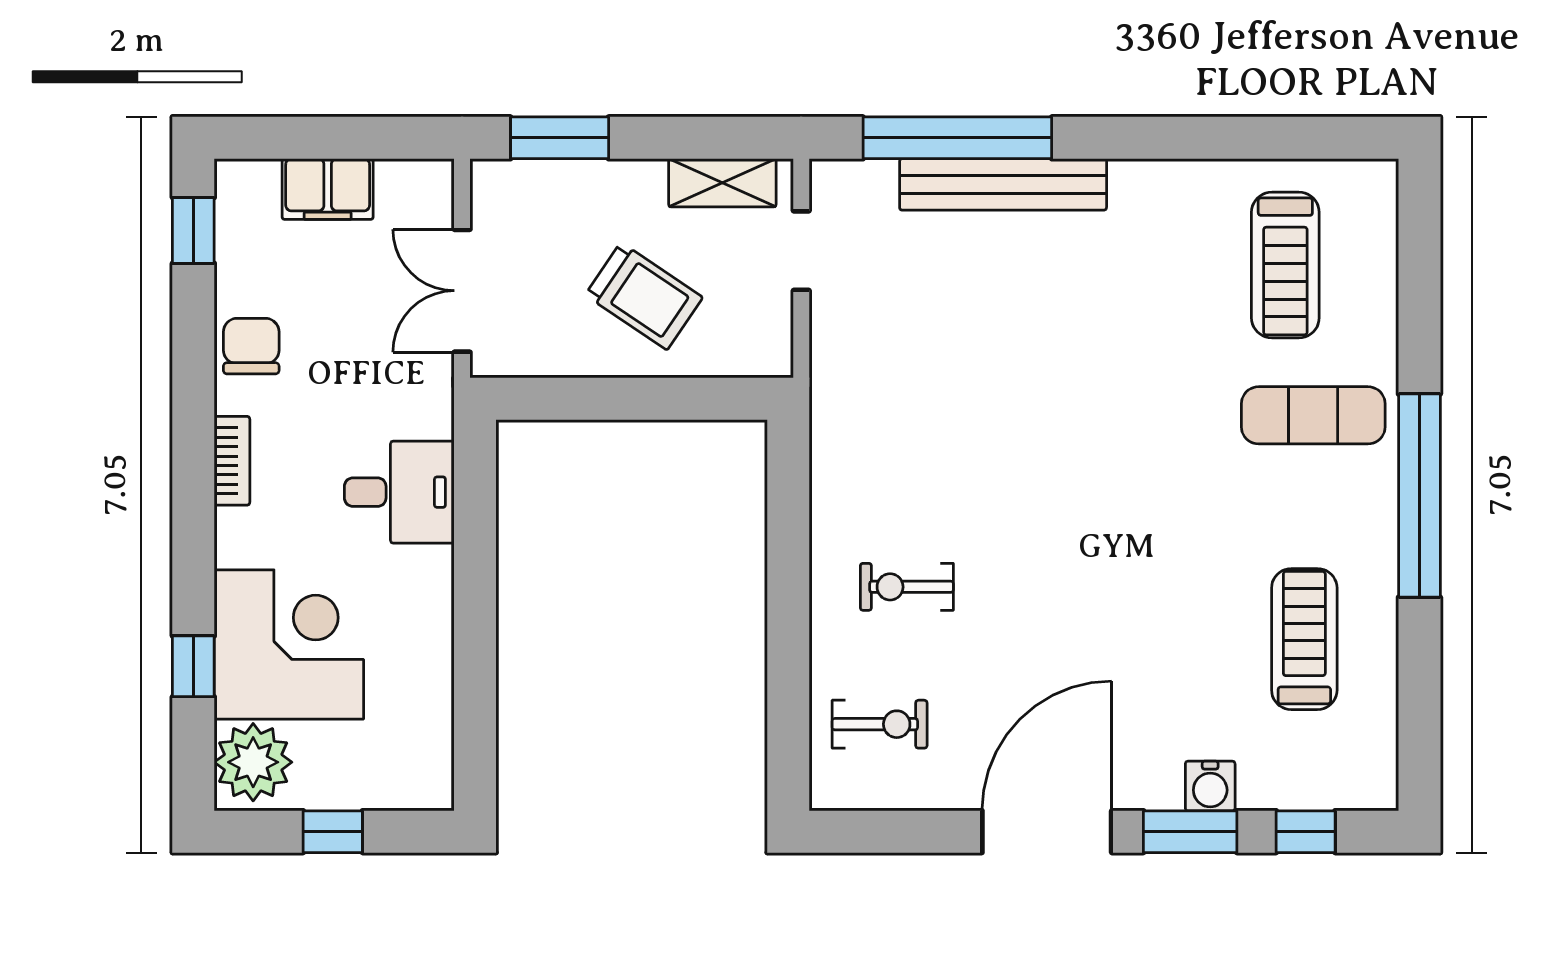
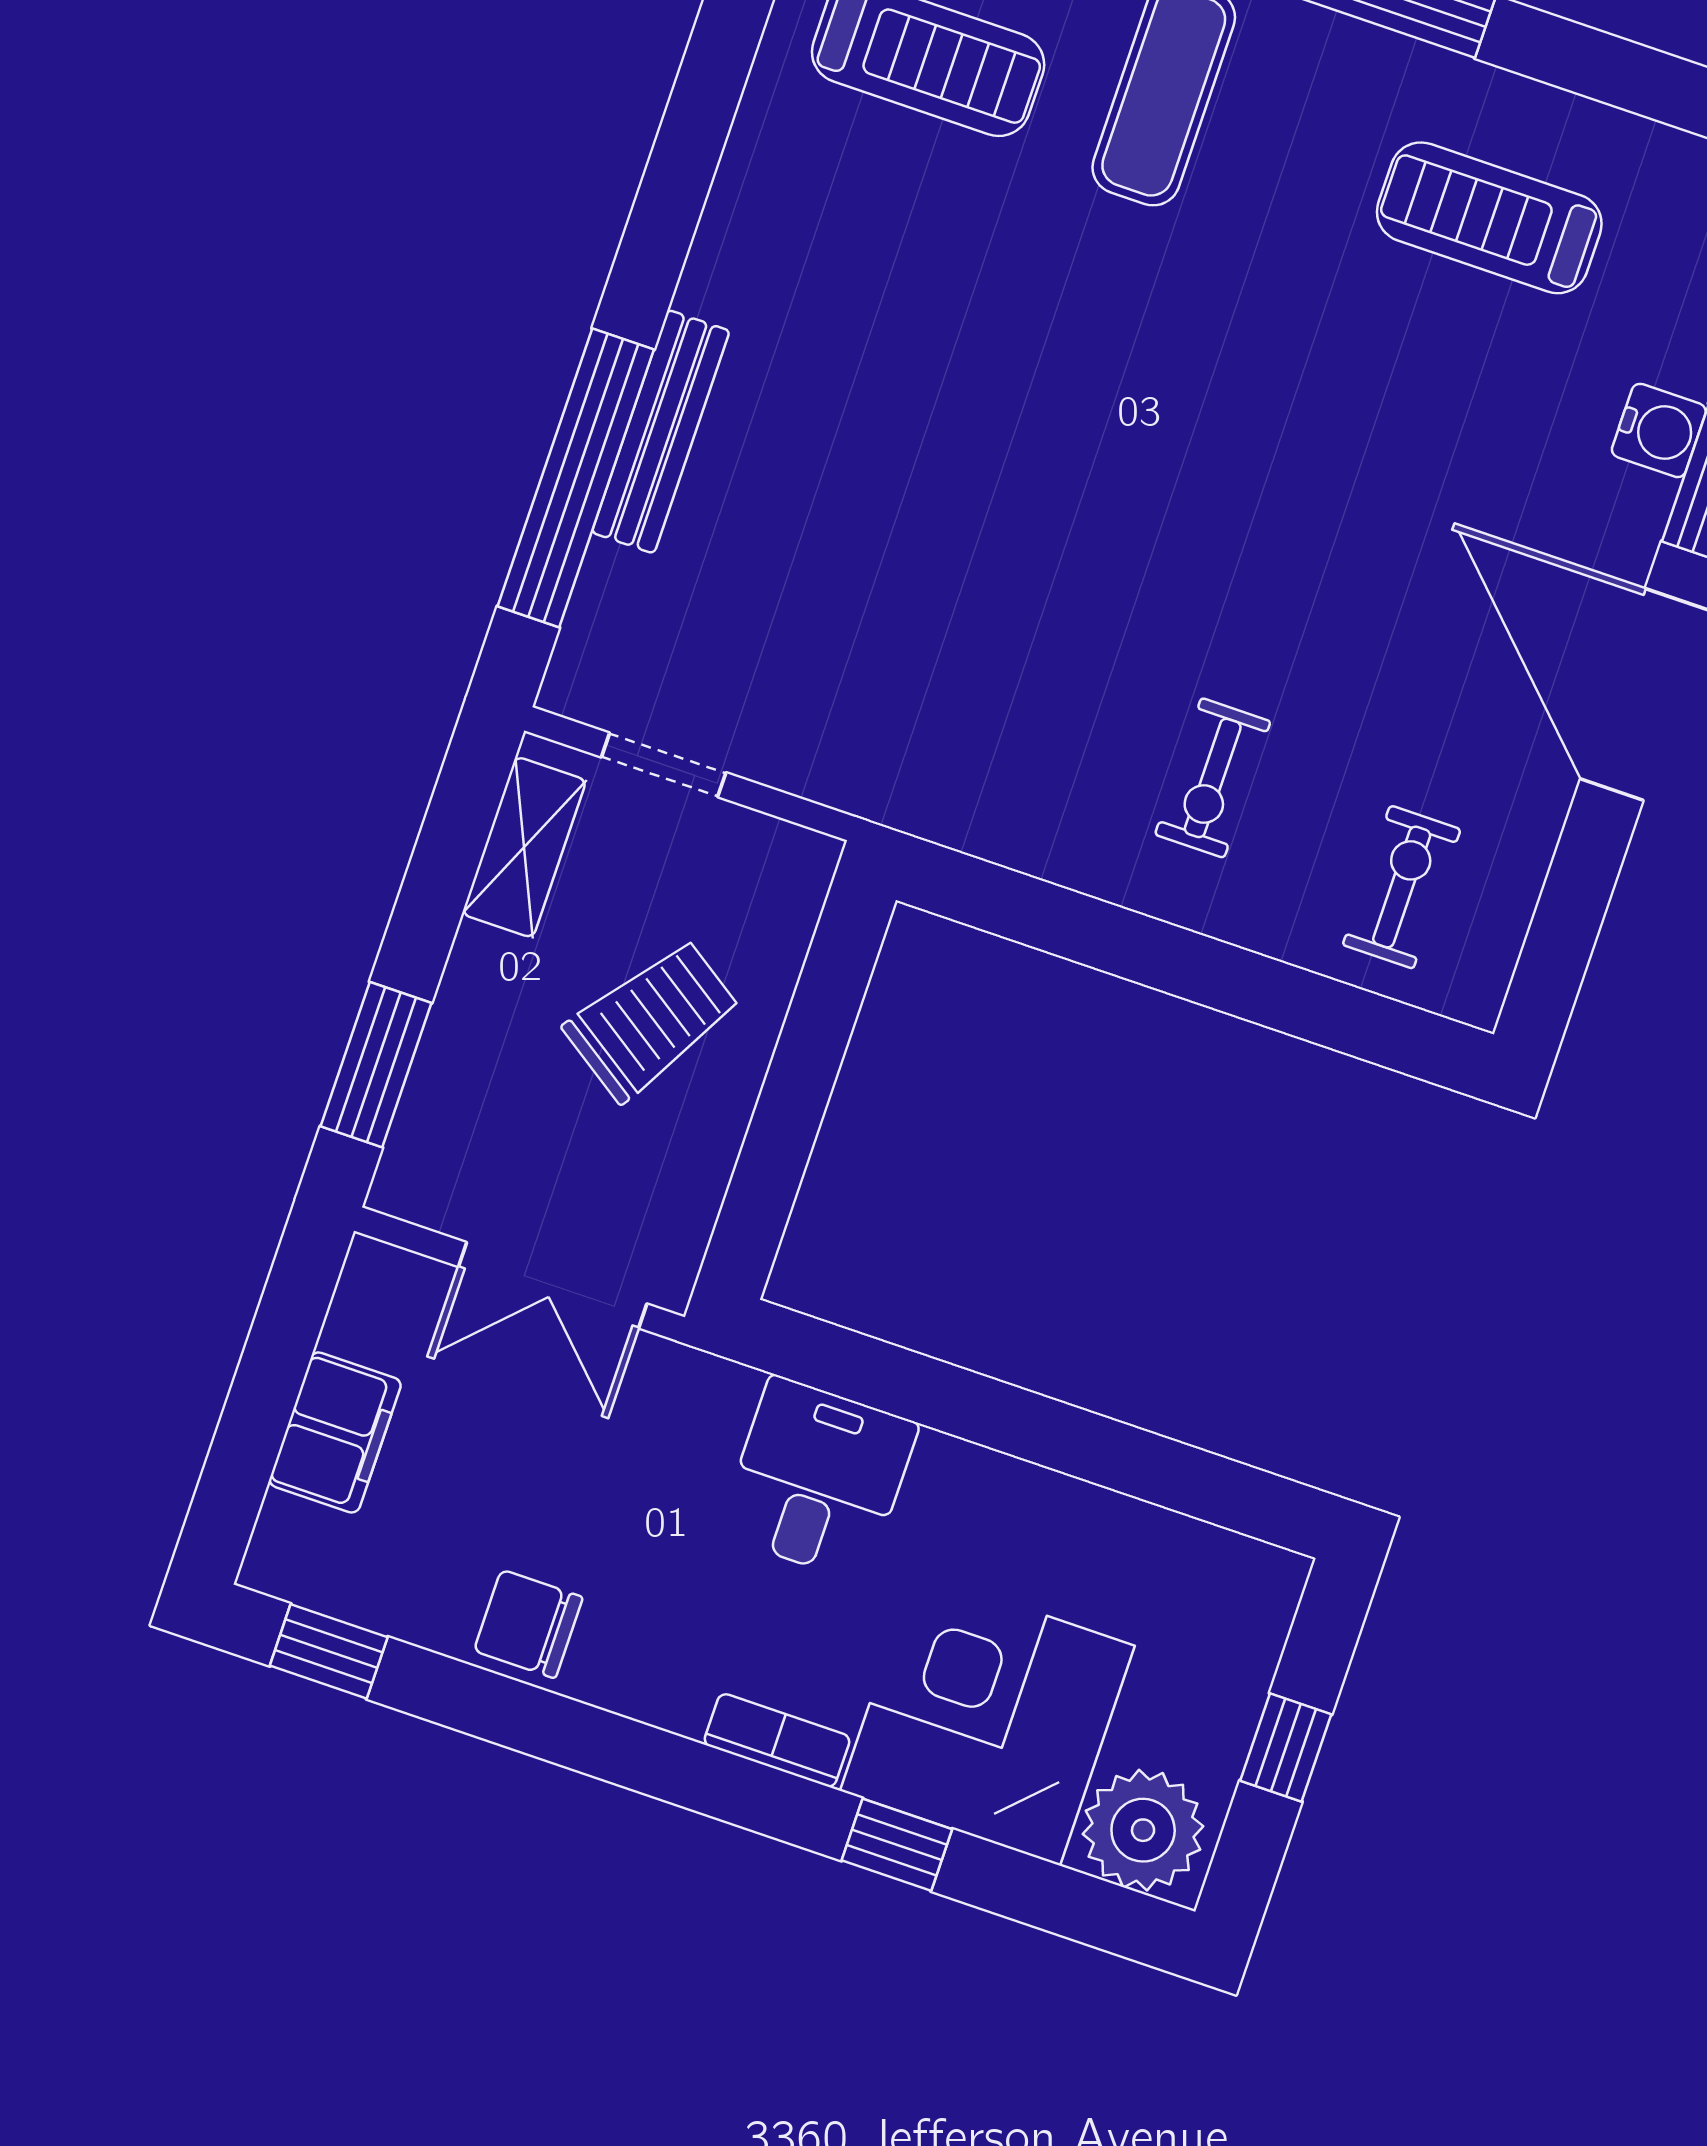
bench: (1003, 184) -> (661, 432), width x0.73, depth x0.82
bookcase: (232, 461) -> (777, 1740), moved
window: (193, 666) -> (897, 1845), moved

